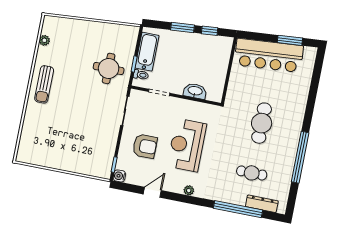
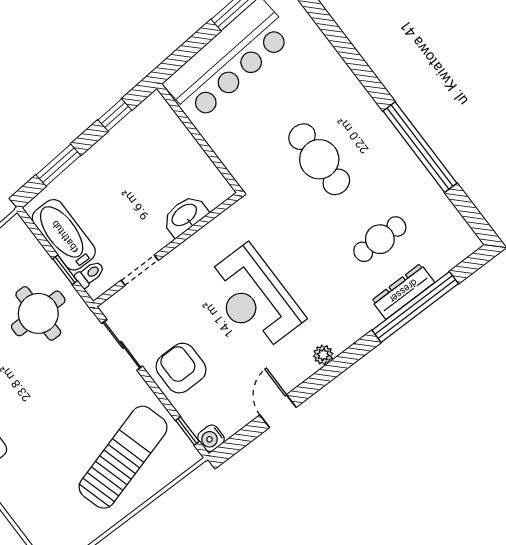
window: (182, 28) -> (58, 165), moved
armchair: (145, 146) -> (181, 368), moved, turned -90
sun lounger: (83, 149) -> (123, 457), added
dresser: (262, 204) -> (403, 291), moved

